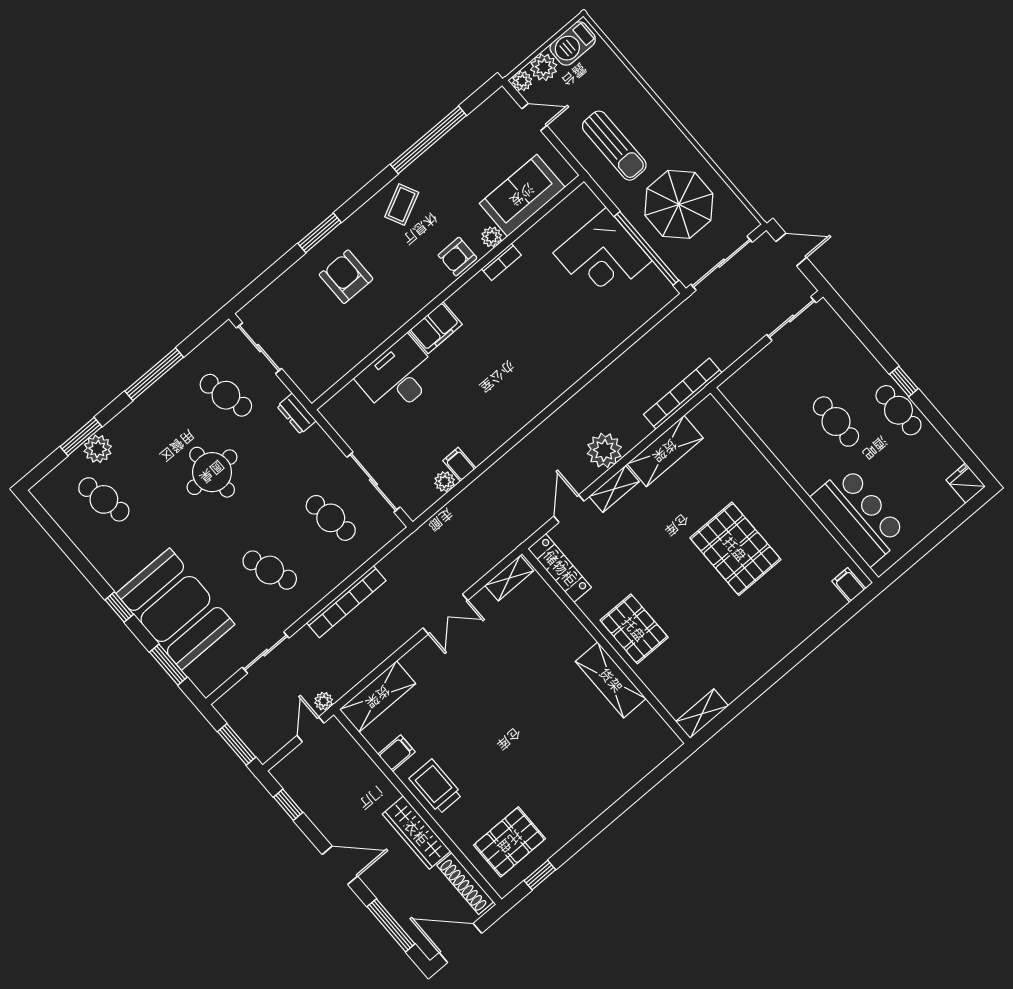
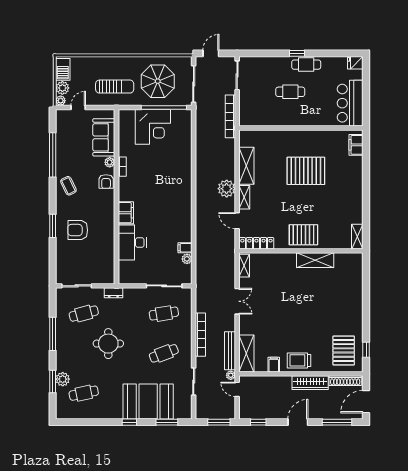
bookcase: (683, 394) -> (230, 116), moved
bar counter: (859, 516) -> (350, 103), moved, turned -90
filing cabinet: (849, 585) -> (356, 145), width x2.00
bench: (360, 668) -> (230, 351), added

